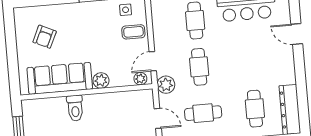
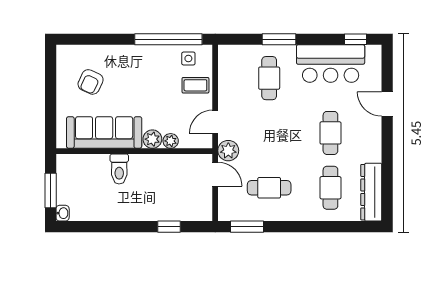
cafe table: (199, 67) -> (330, 133), moved
plant: (140, 79) -> (171, 141), moved
door: (158, 118) -> (215, 174), moved

